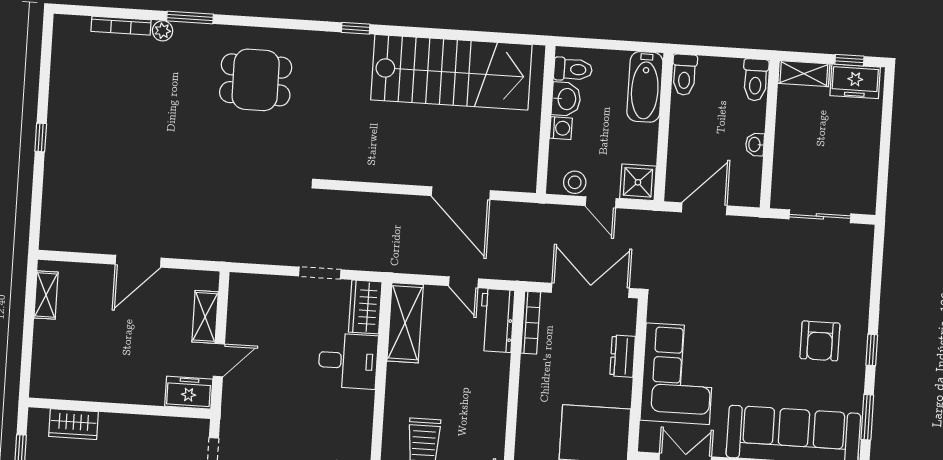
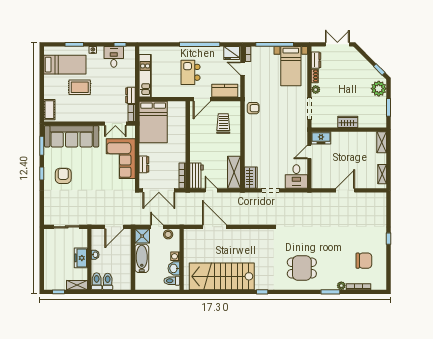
toilet: (684, 75) -> (108, 282), moved
freezer: (855, 81) -> (81, 258), moved, turned -90
bathtub: (645, 87) -> (142, 258), moved
chair: (104, 88) -> (364, 261), added
shelving: (205, 317) -> (382, 142), moved
desk: (348, 361) -> (296, 177), moved, turned -90
wardrobe: (73, 424) -> (348, 122), moved

